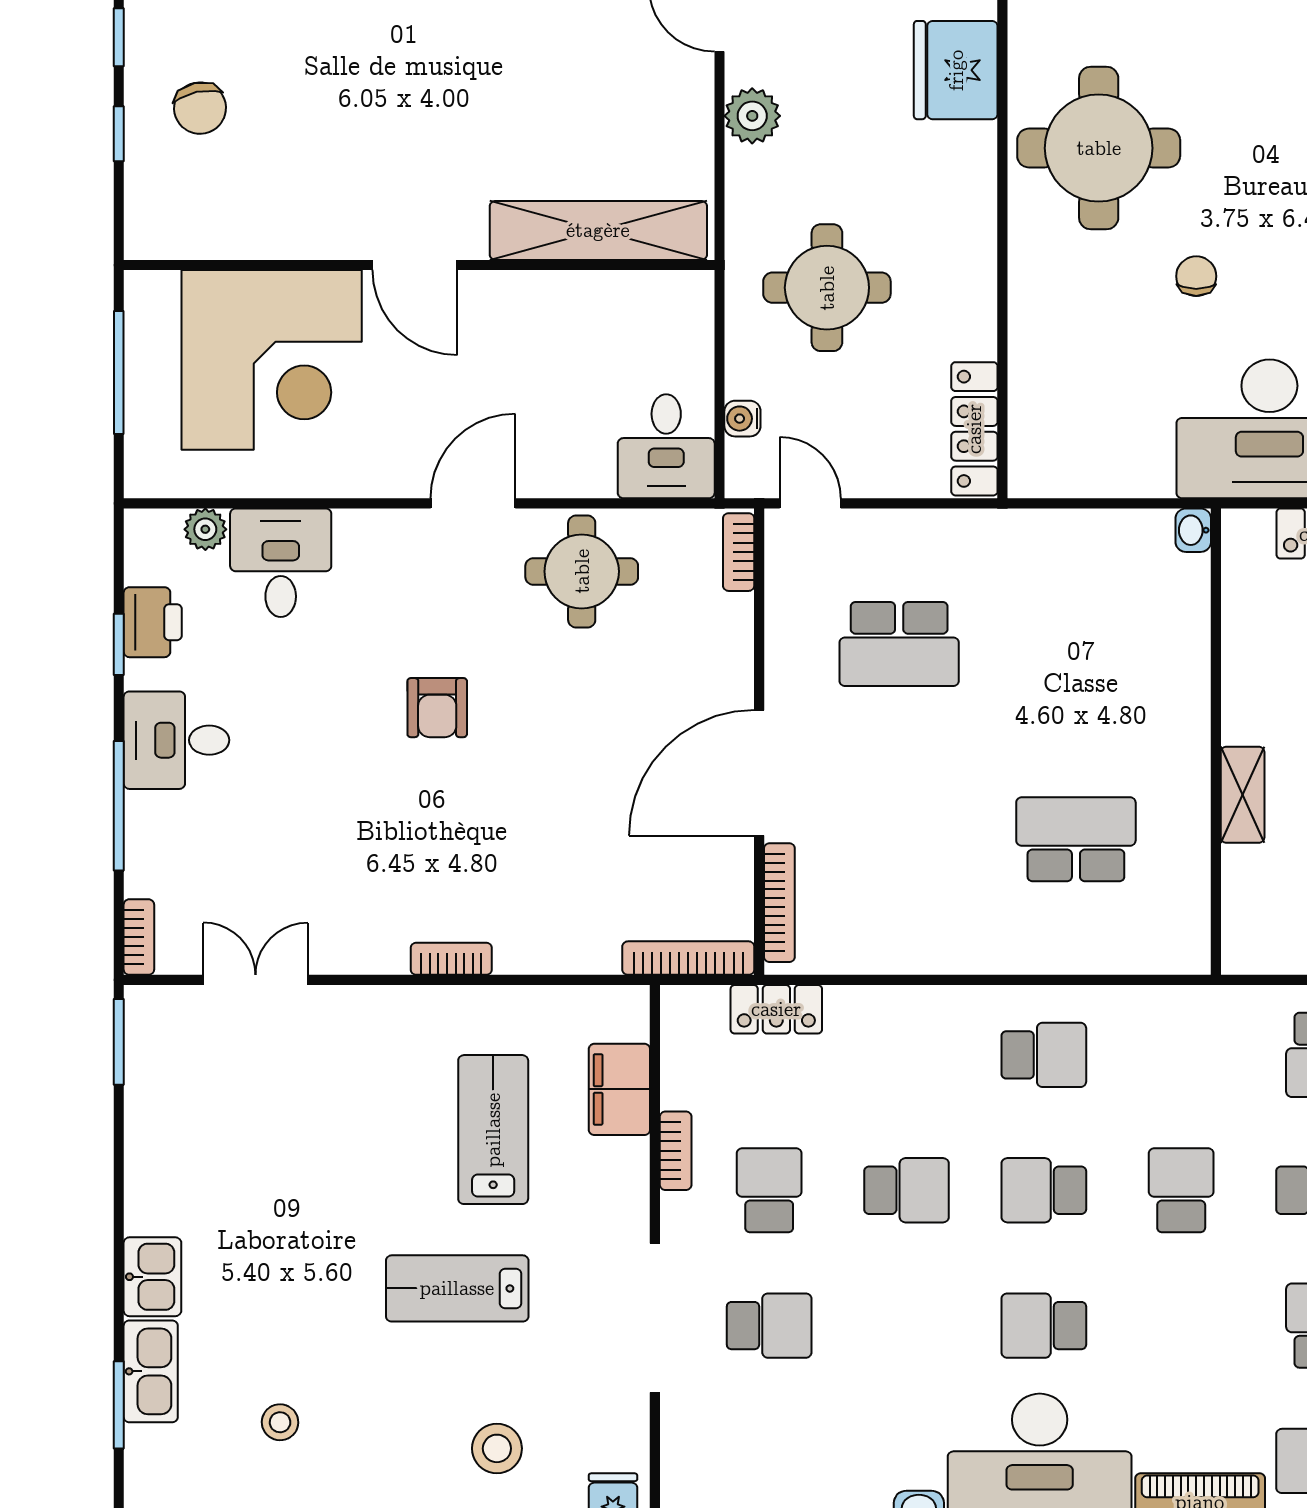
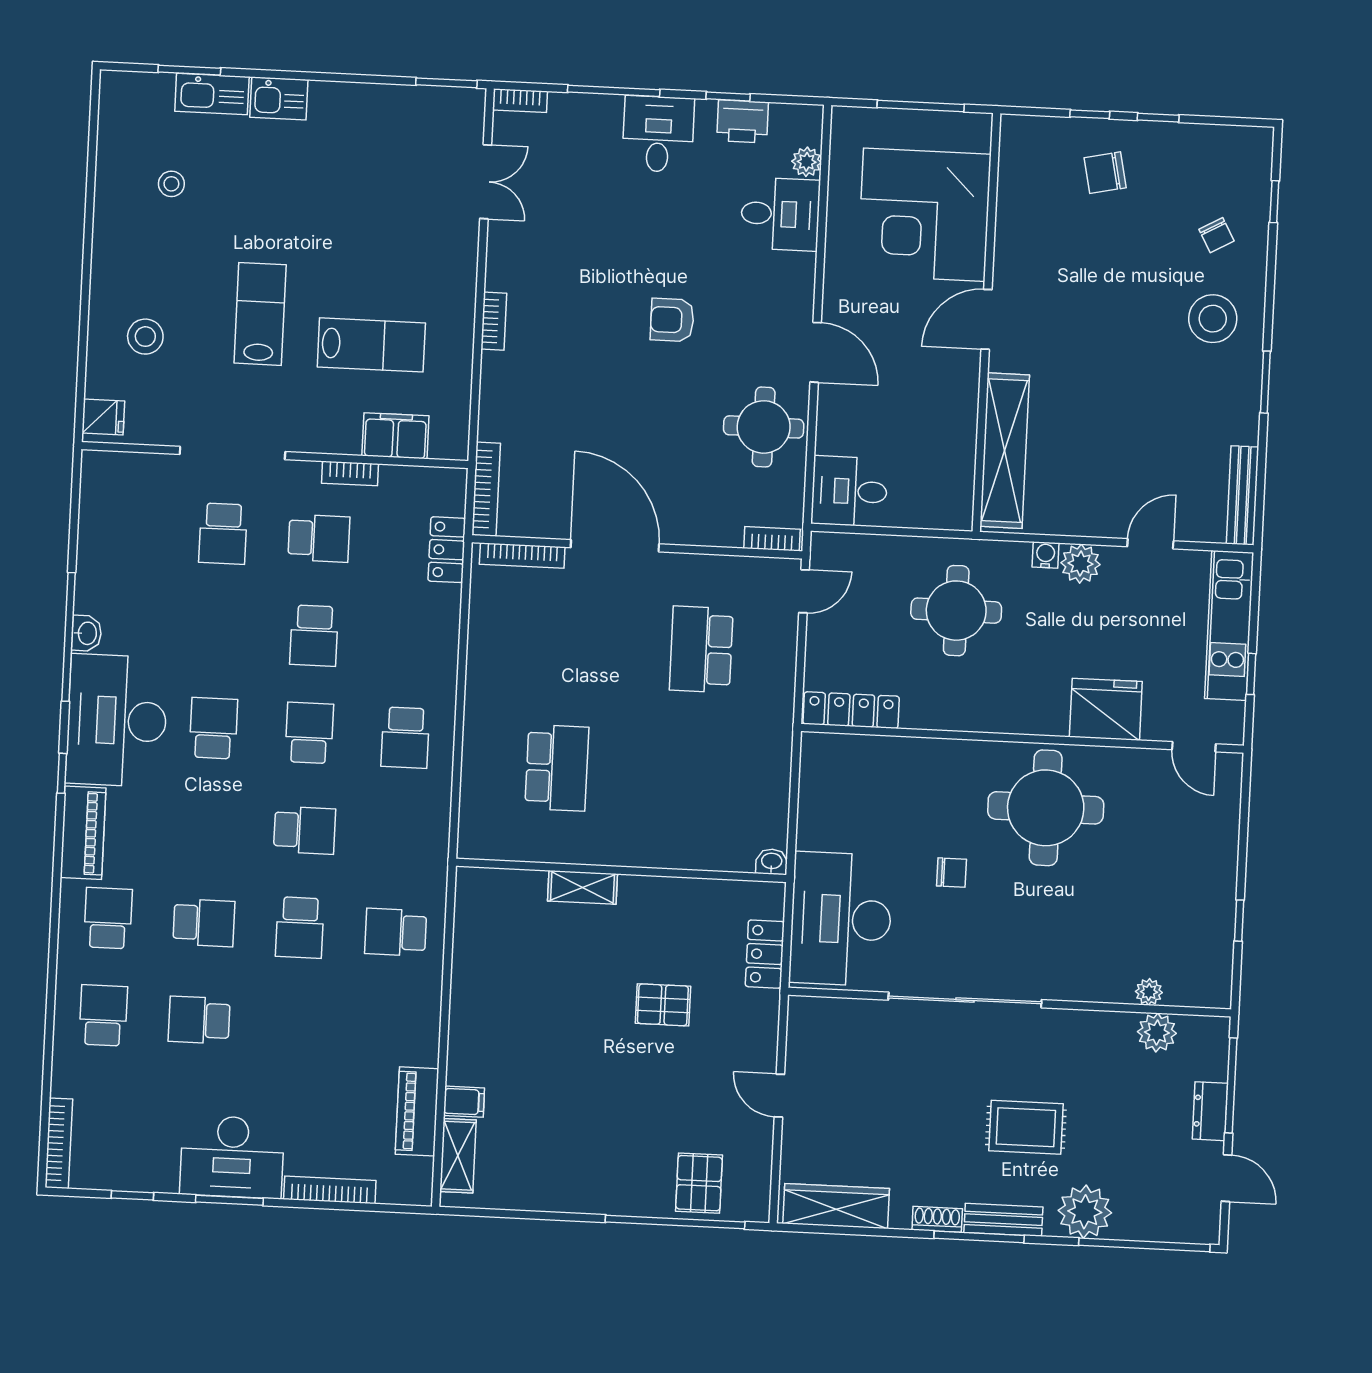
water cooler: (742, 419) -> (1046, 555), moved

